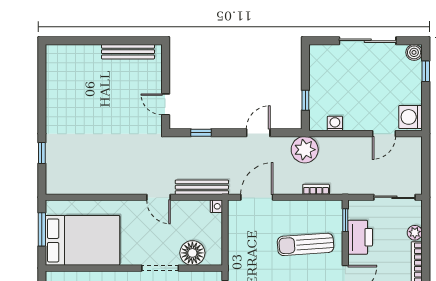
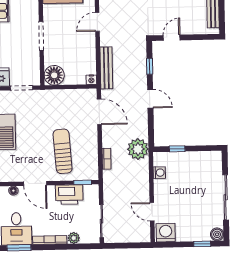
door: (258, 133) -> (150, 99), moved
door: (158, 197) -> (97, 22), moved
floor lamp: (192, 253) -> (54, 75), moved

